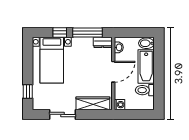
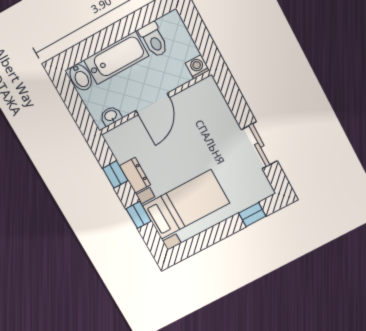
window: (88, 33) -> (115, 174), width x0.46
dresser: (103, 42) -> (135, 175), moved
door: (113, 72) -> (153, 104), swing flipped
wardrobe: (93, 103) -> (218, 109), removed

